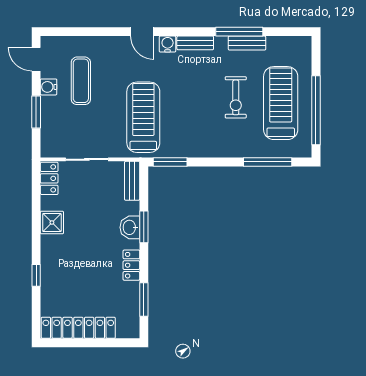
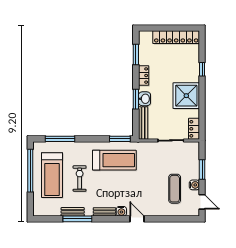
treadmill: (143, 117) -> (114, 160), moved, turned -90
bench: (132, 181) -> (143, 123), width x1.36
shower: (52, 223) -> (186, 96), width x1.86, depth x1.86

